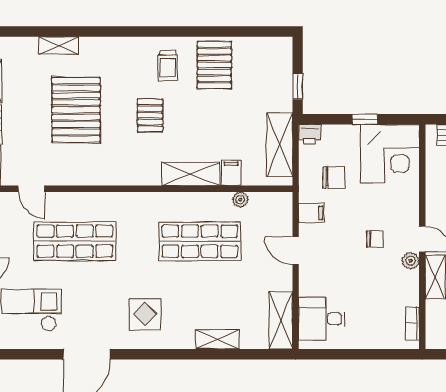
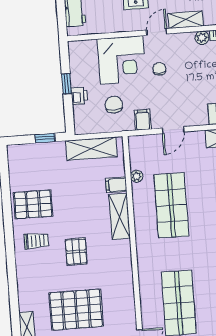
pallet: (150, 115) -> (76, 252), turned 90
printer: (310, 134) -> (79, 96), moved
corner desk: (390, 154) -> (122, 60), moved, turned 90
plant: (410, 261) -> (202, 38), moved

